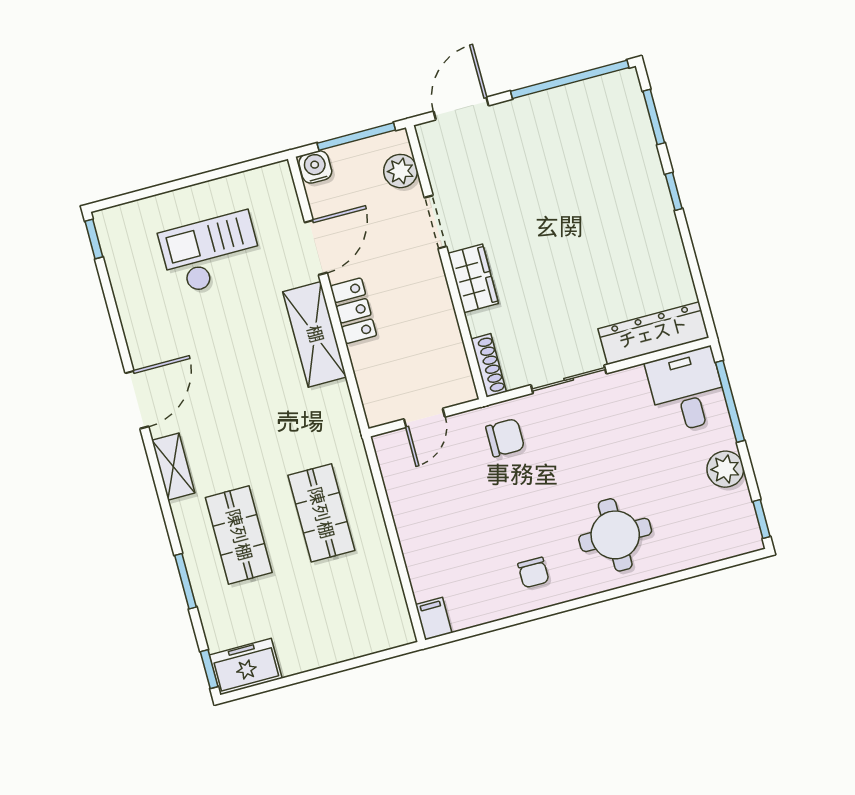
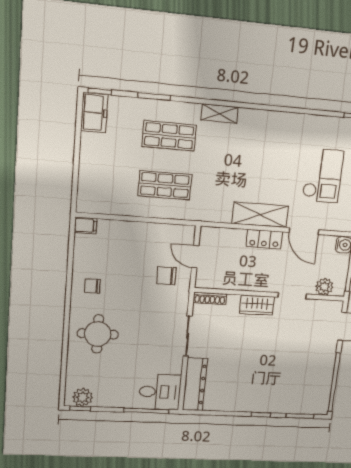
door: (137, 400) -> (263, 107), removed
chair: (505, 438) -> (166, 276), moved, turned 90
plant: (725, 469) -> (83, 397), moved

